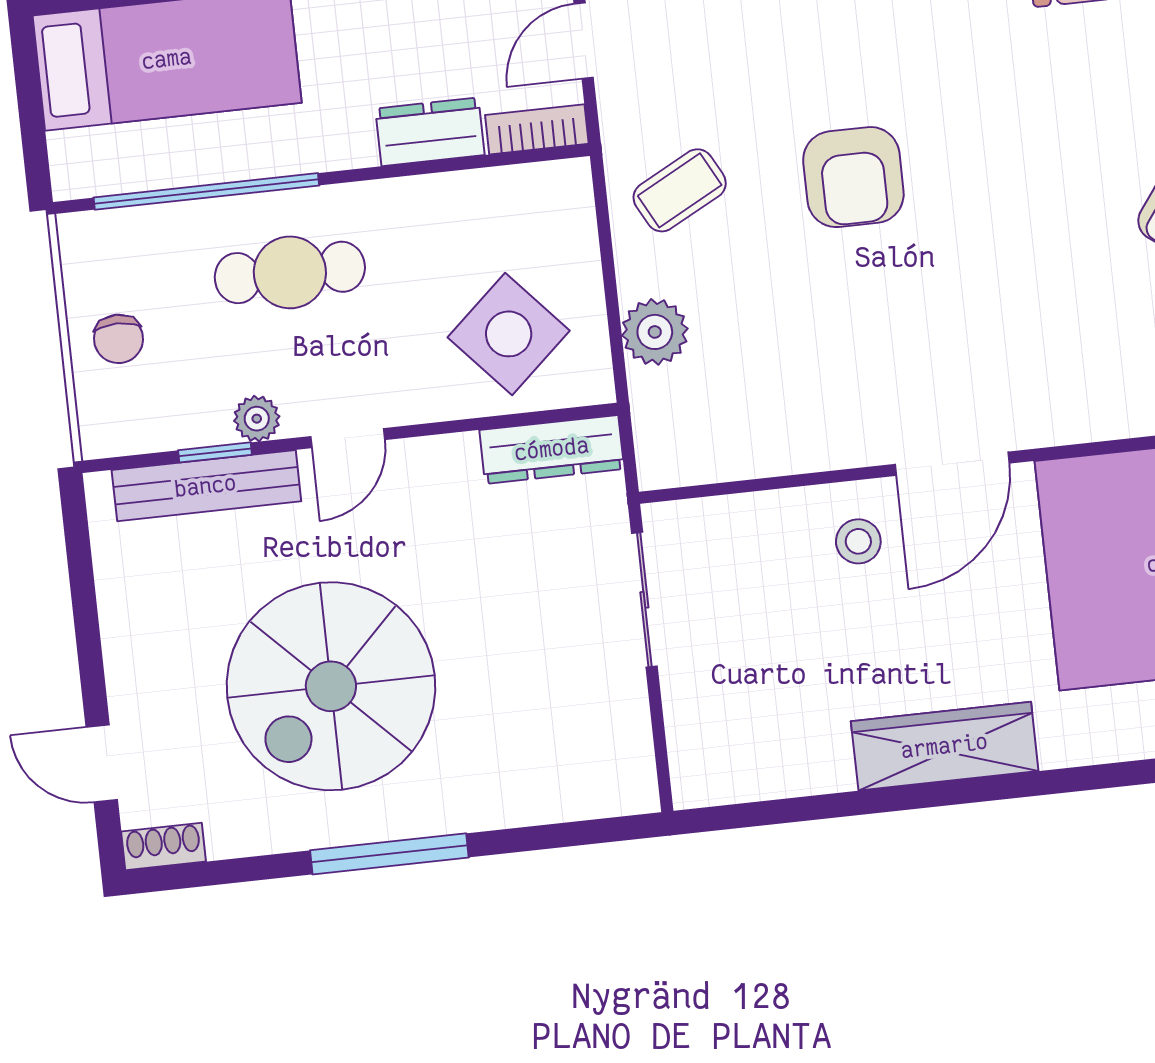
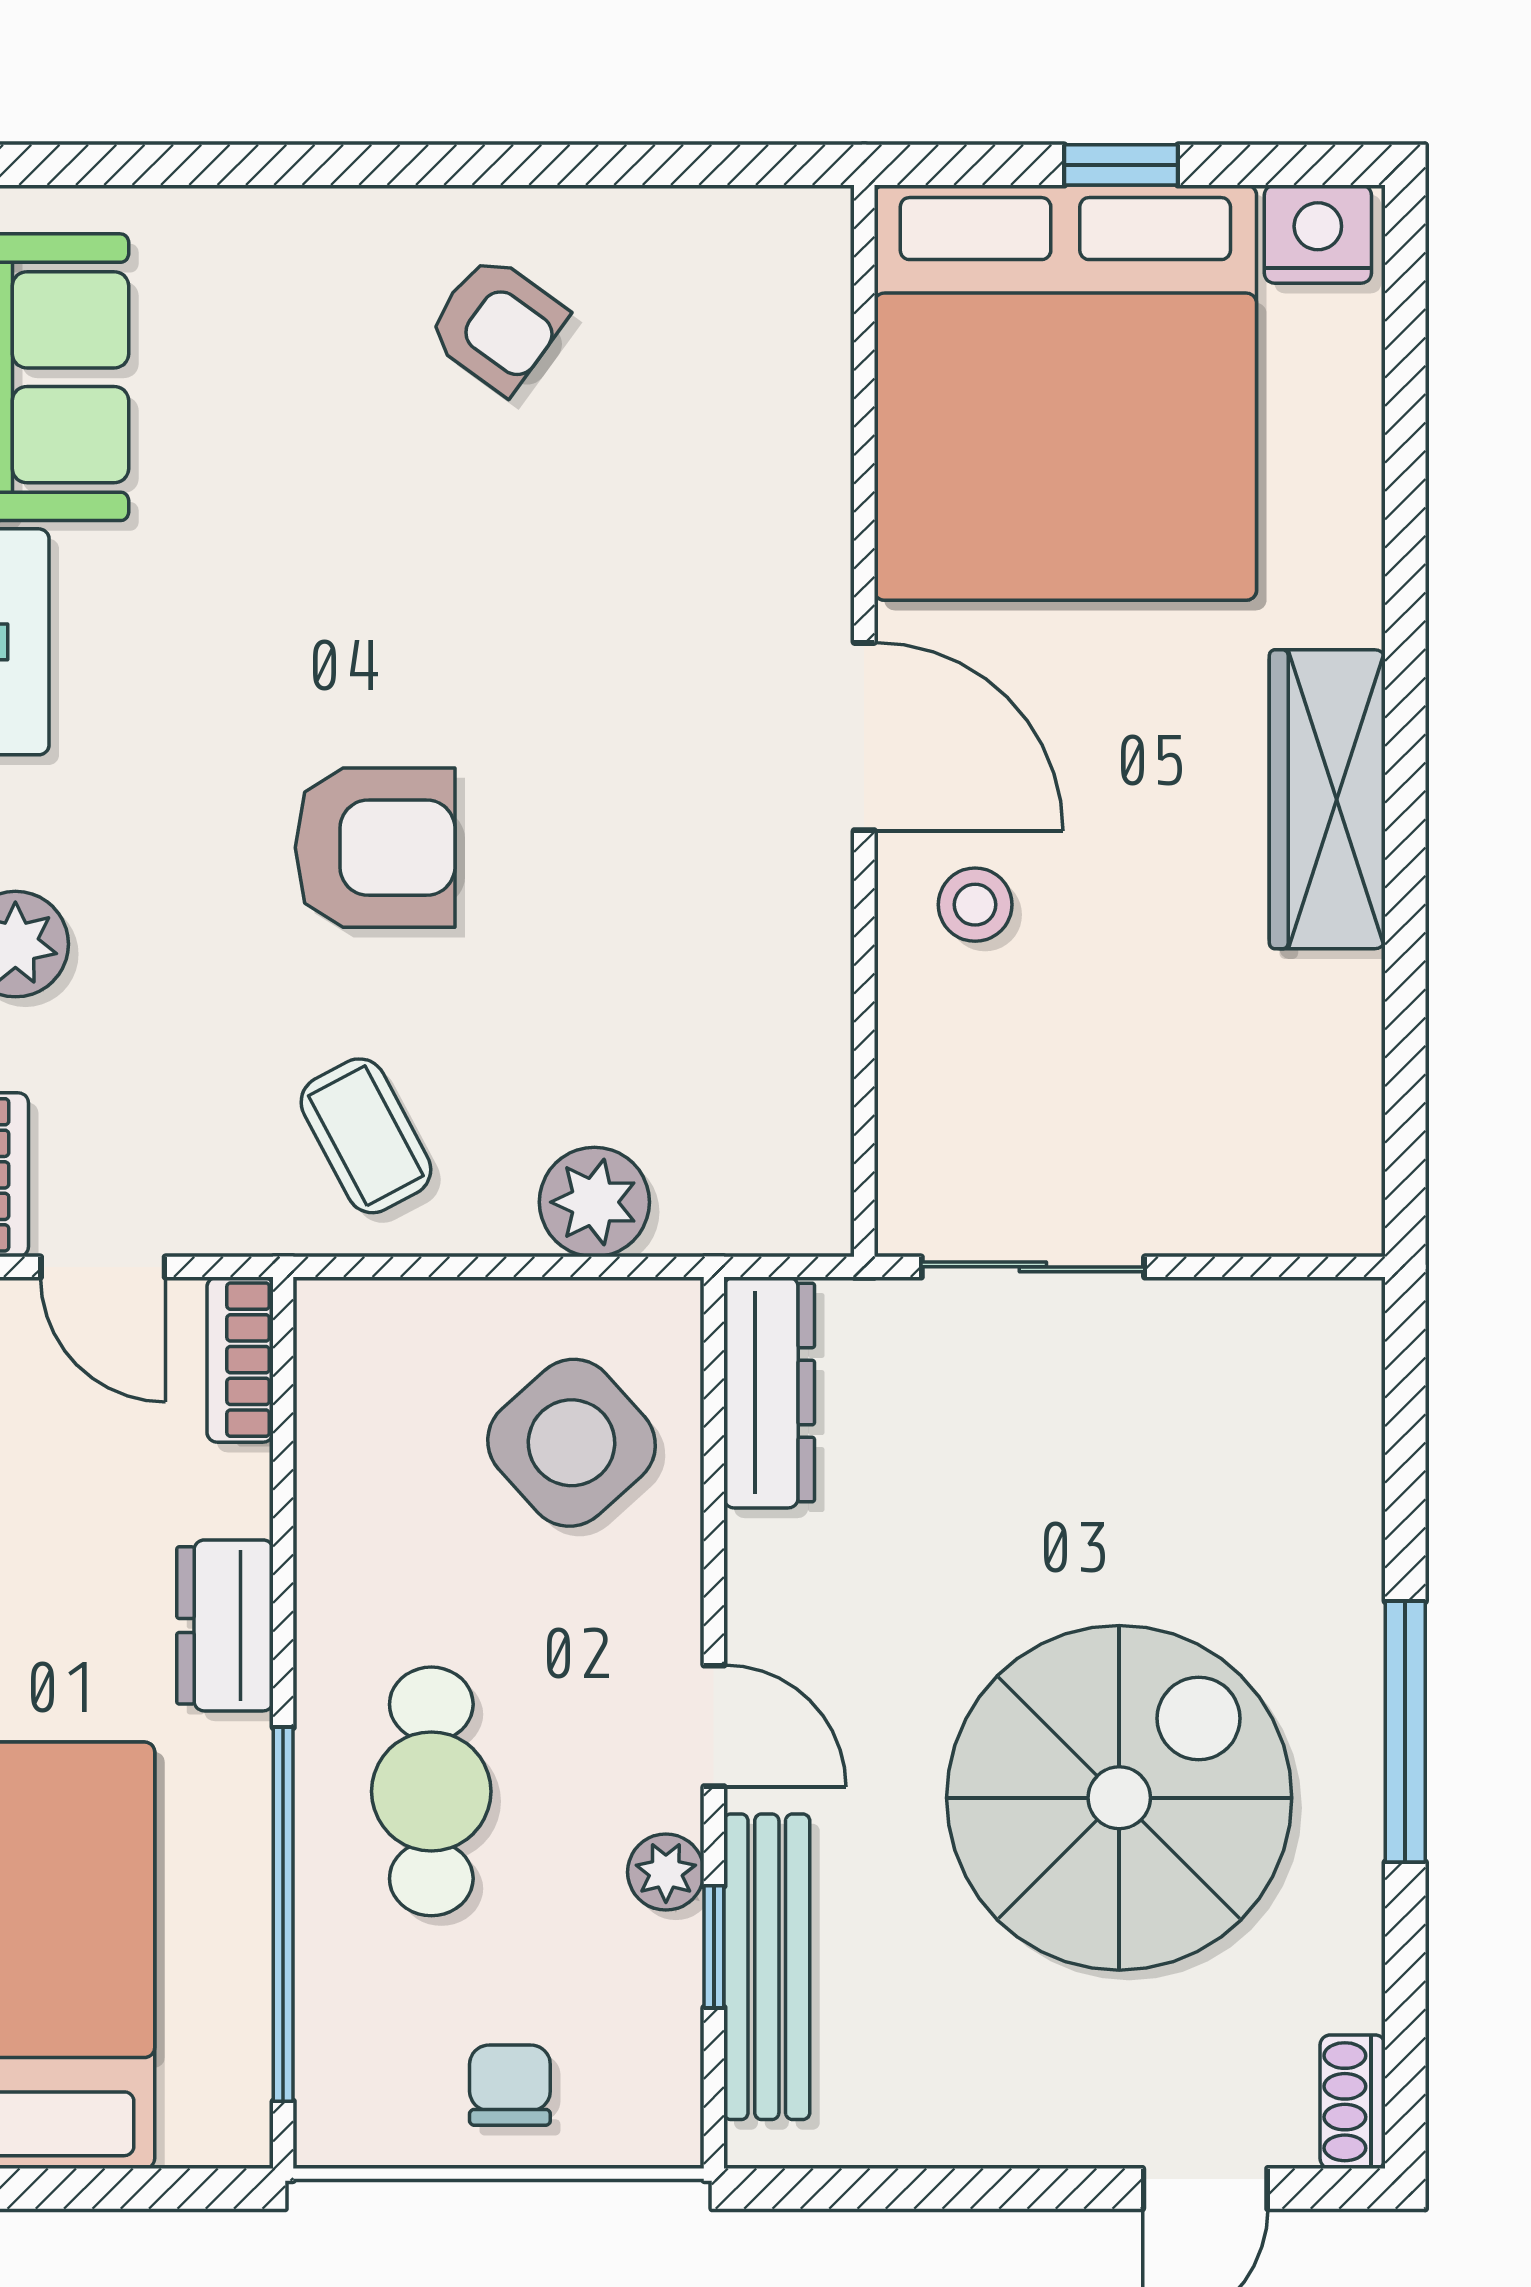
dresser: (430, 132) -> (225, 1625), moved
chair: (118, 339) -> (510, 2085), turned -90
spiral stairs: (331, 686) -> (1119, 1798), turned -90

